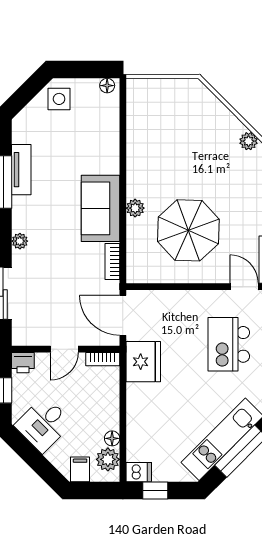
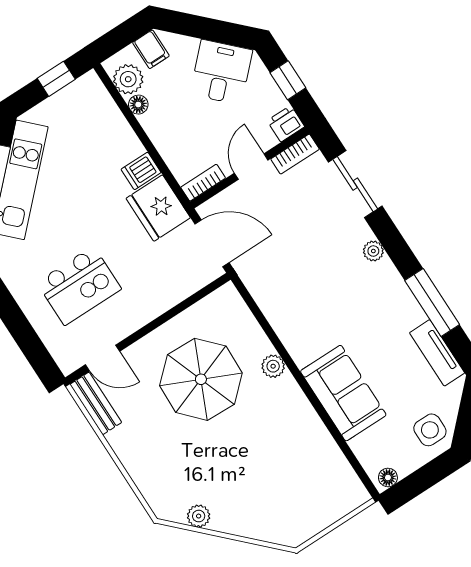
tv unit: (21, 170) -> (437, 353), moved
sofa: (100, 208) -> (343, 393), moved
bookcase: (112, 262) -> (295, 154), moved, turned 90
kitchen island: (229, 344) -> (79, 286), turned 90
dishwasher: (139, 472) -> (141, 171), moved

